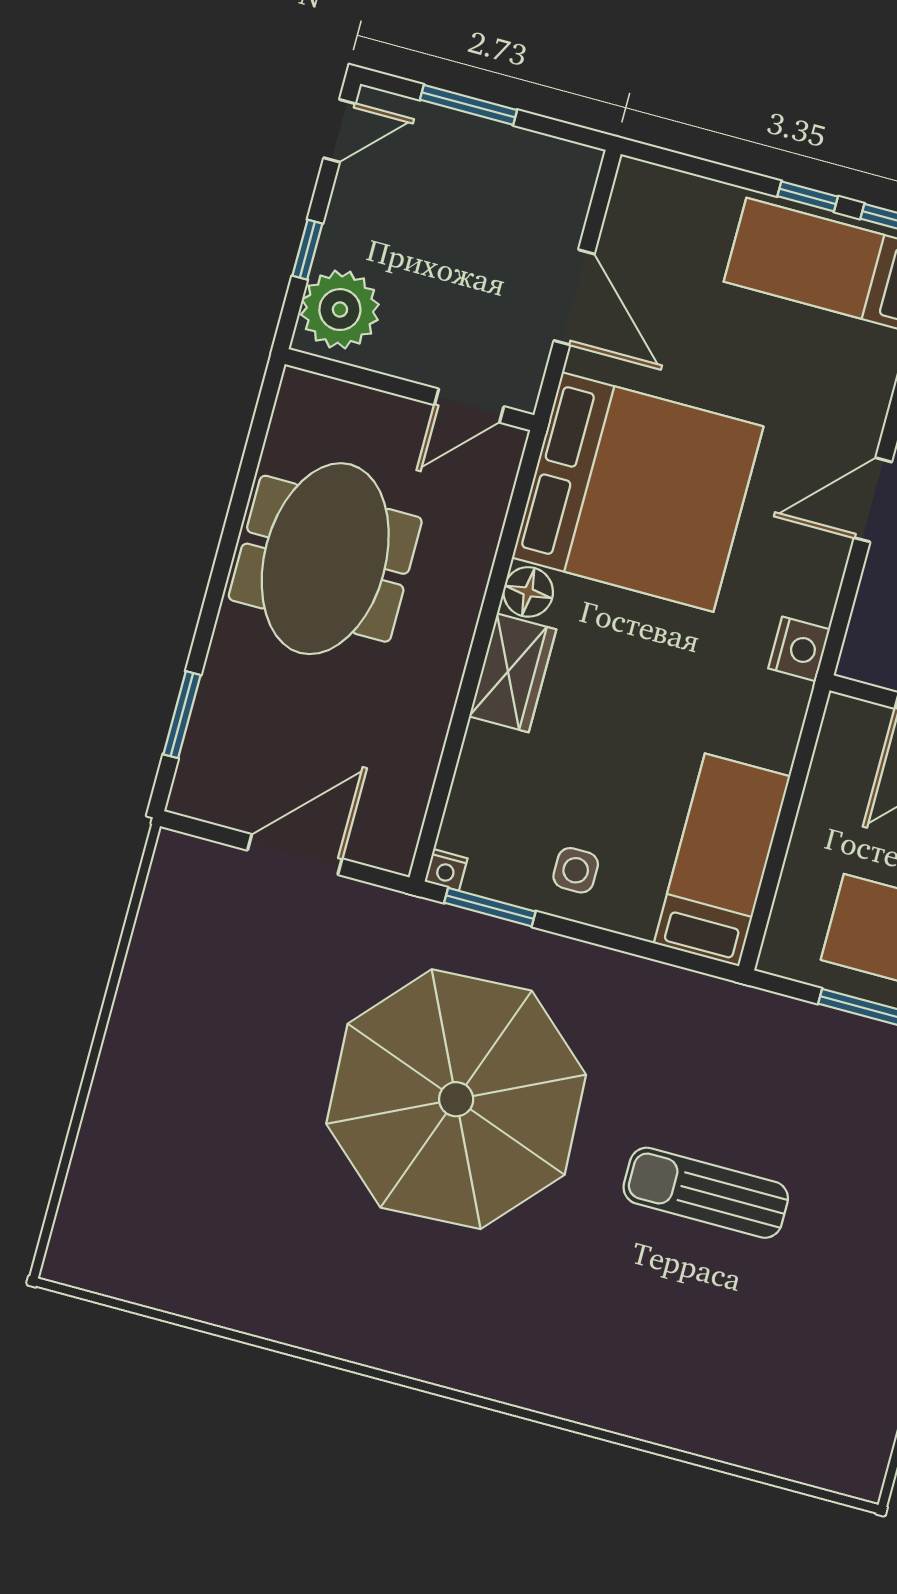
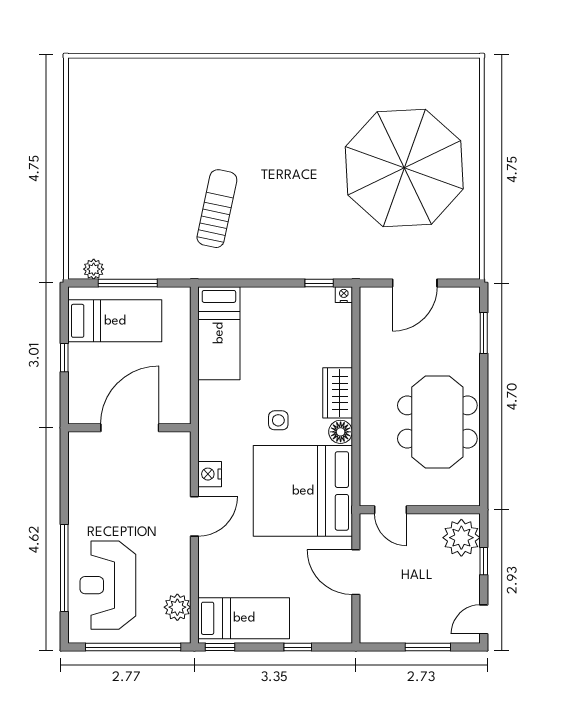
window: (808, 196) -> (298, 647), moved
door: (469, 406) -> (390, 510), swing flipped
nightstand: (799, 649) -> (210, 474), moved
side table: (576, 870) -> (278, 420), moved
window: (490, 907) -> (319, 283), width x0.67
parasol: (456, 1099) -> (404, 168), moved
sun lounger: (706, 1193) -> (217, 209), moved, turned -78

